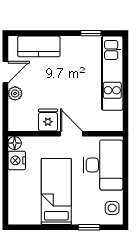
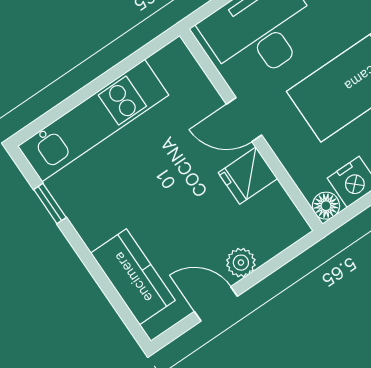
door: (71, 134) -> (244, 120), hinge flipped

